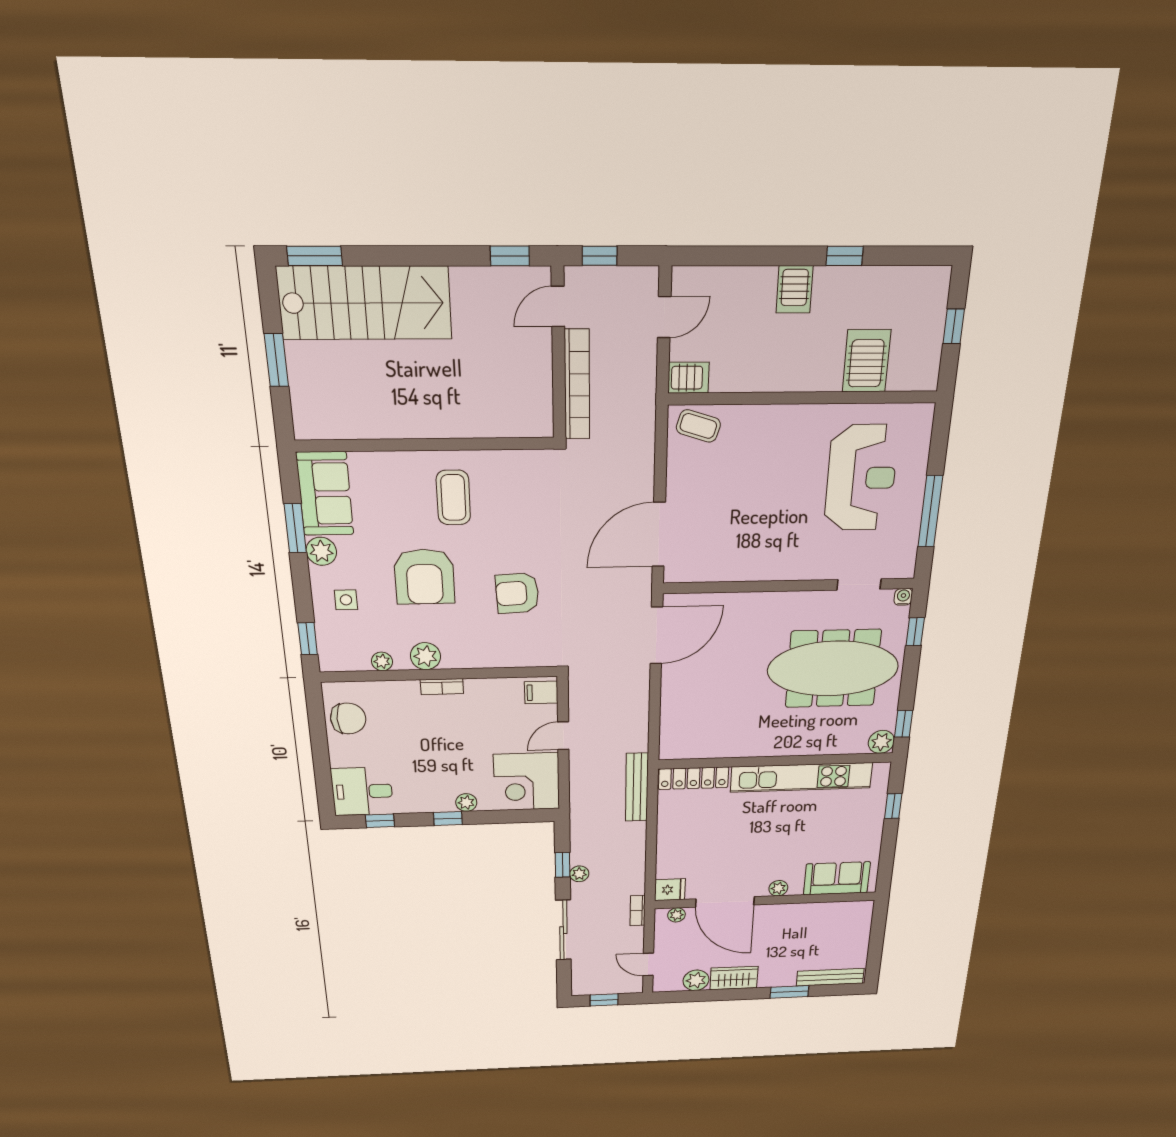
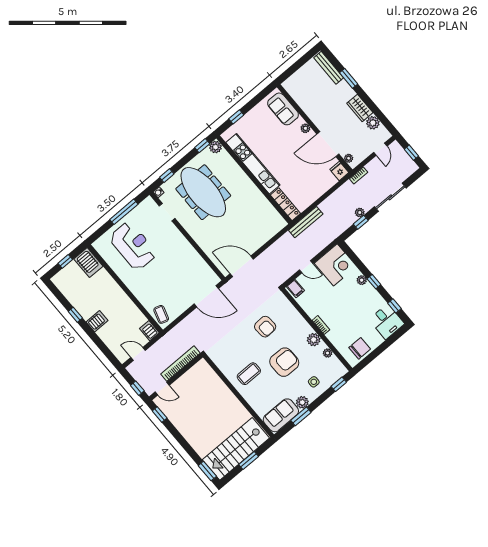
stairs: (365, 303) -> (236, 449), moved, turned -90
server rack: (867, 361) -> (88, 263), moved, turned -90
reception desk: (861, 478) -> (133, 246), turned 90
chair: (348, 718) -> (360, 348), turned 90
door: (725, 902) -> (328, 144), swing flipped

